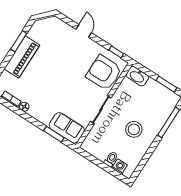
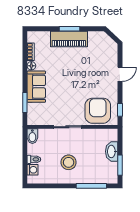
window: (19, 41) -> (70, 29), moved
washbasin: (137, 76) -> (112, 151), moved
sofa: (67, 128) -> (36, 87), moved
bidet: (89, 147) -> (32, 136), added

